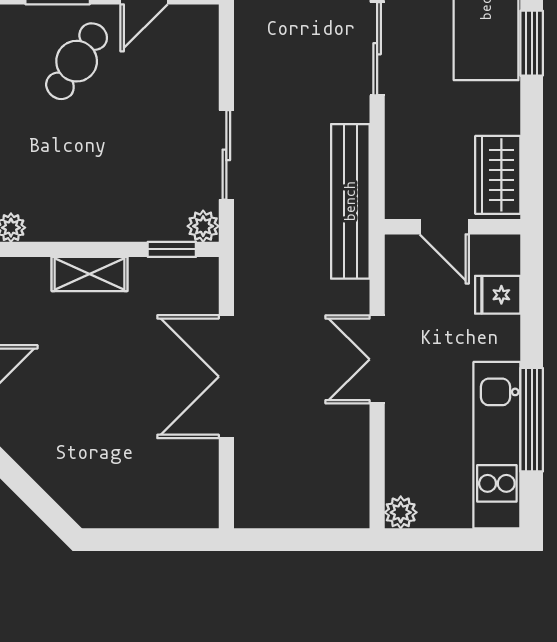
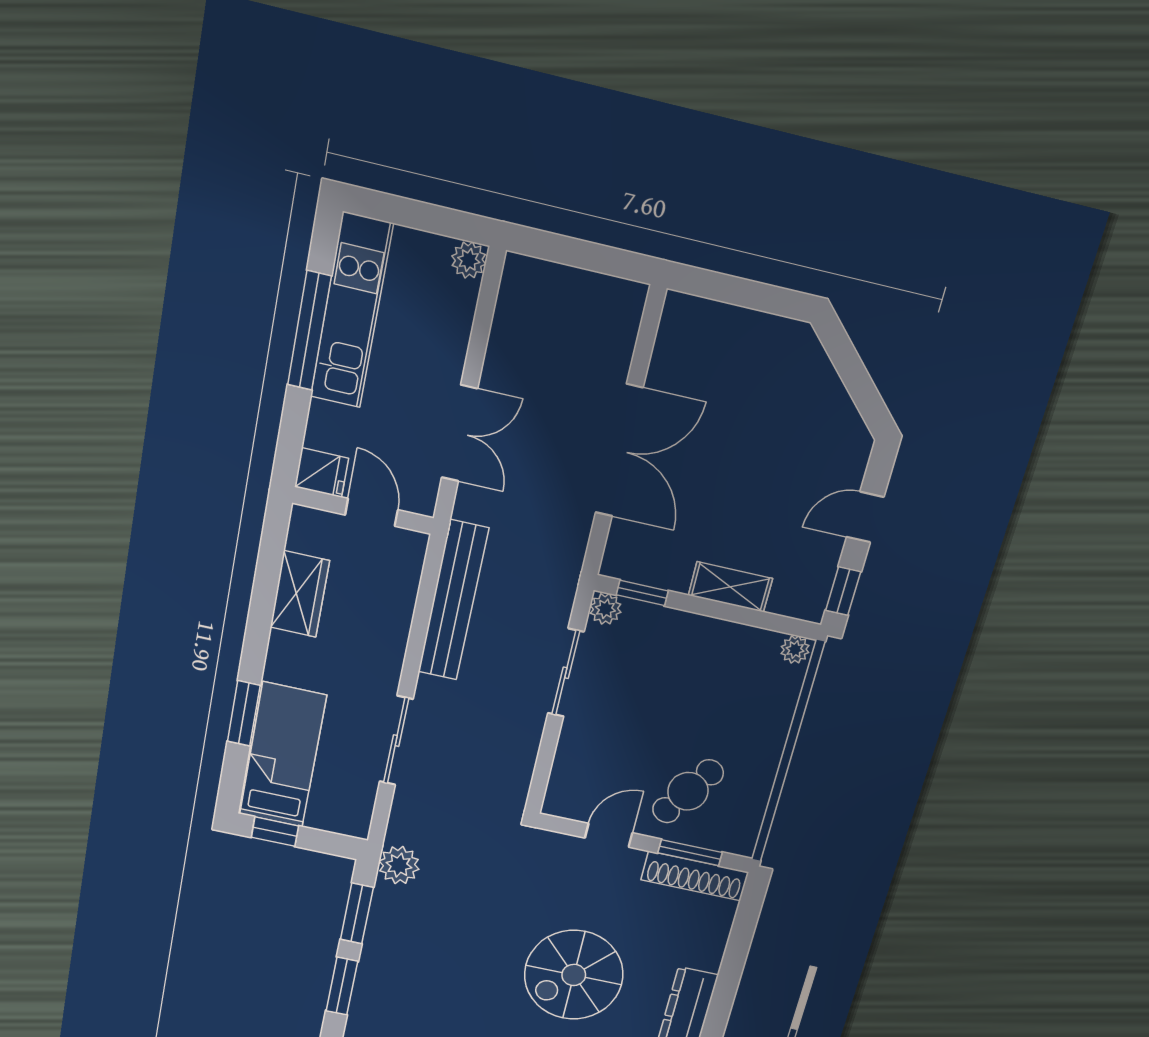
door: (444, 227) -> (371, 512), moved
wall: (452, 227) -> (363, 510), moved

